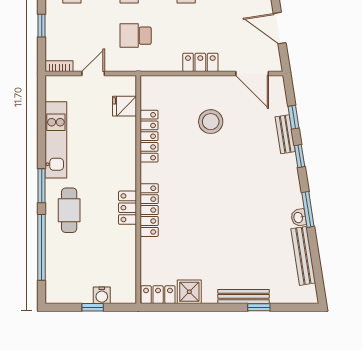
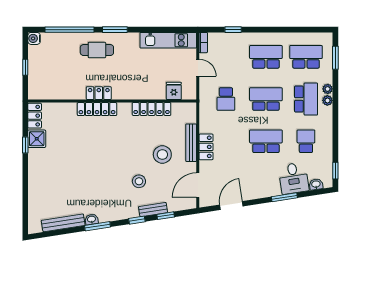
school desk: (136, 36) -> (226, 99), turned 180
kitchen unit: (56, 140) -> (168, 40), moved
stool: (247, 153) -> (139, 181), added
water cooler: (102, 295) -> (34, 38), moved
bench: (244, 296) -> (191, 143), moved
window: (259, 307) -> (25, 145), moved

